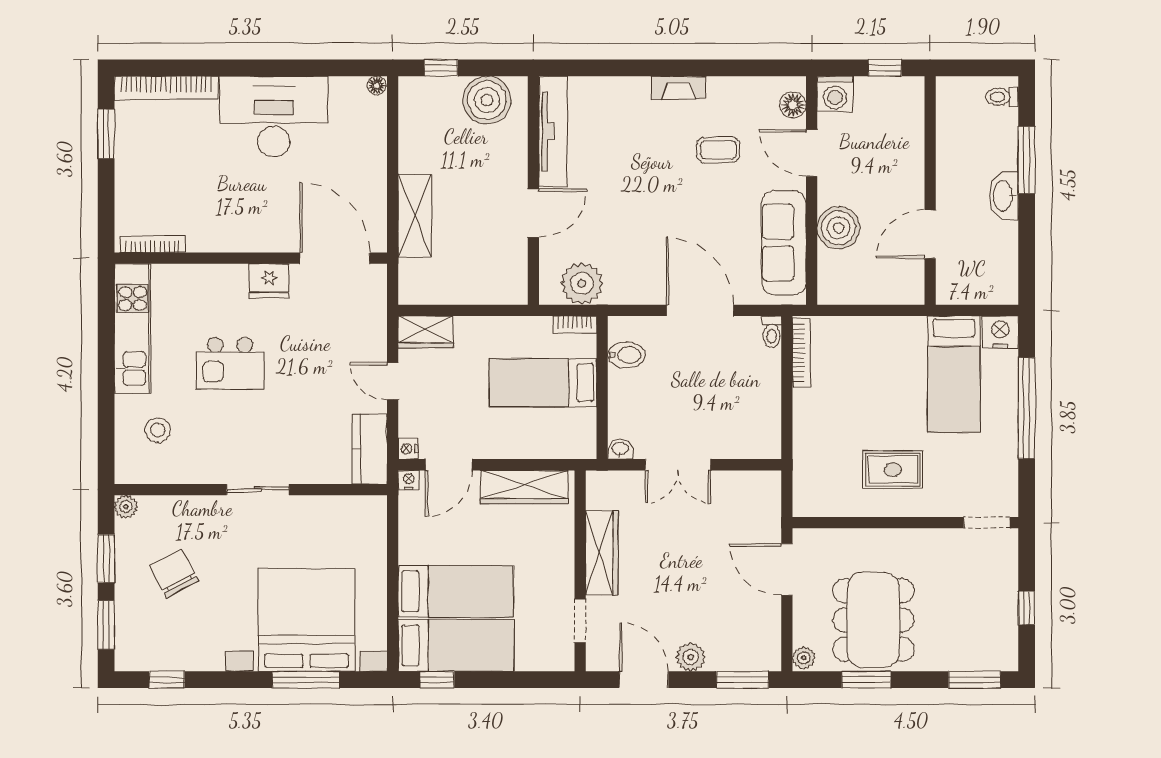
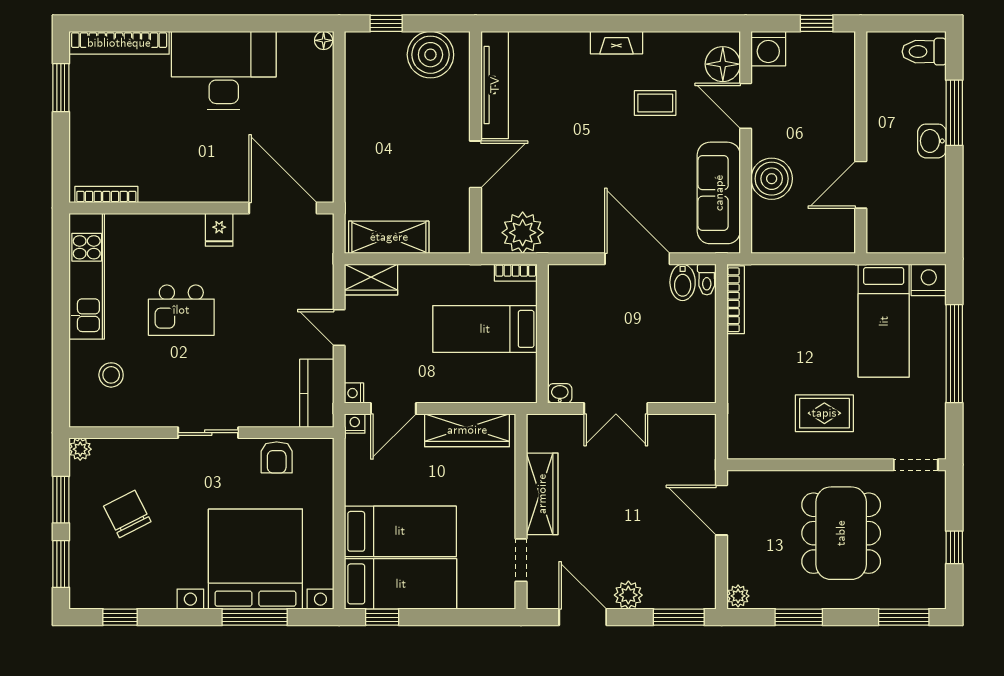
toilet: (1002, 97) -> (924, 52), width x1.37, depth x1.39
floor lamp: (793, 105) -> (723, 64), width x1.38, depth x1.38
washbasin: (1004, 196) -> (932, 141), width x0.72
shelving: (415, 216) -> (389, 237), moved, turned 90
fridge: (269, 281) -> (219, 230), width x0.72
bidet: (626, 355) -> (683, 282), moved, turned 90
armchair: (328, 515) -> (277, 457), added
dining table: (873, 620) -> (841, 533), moved

